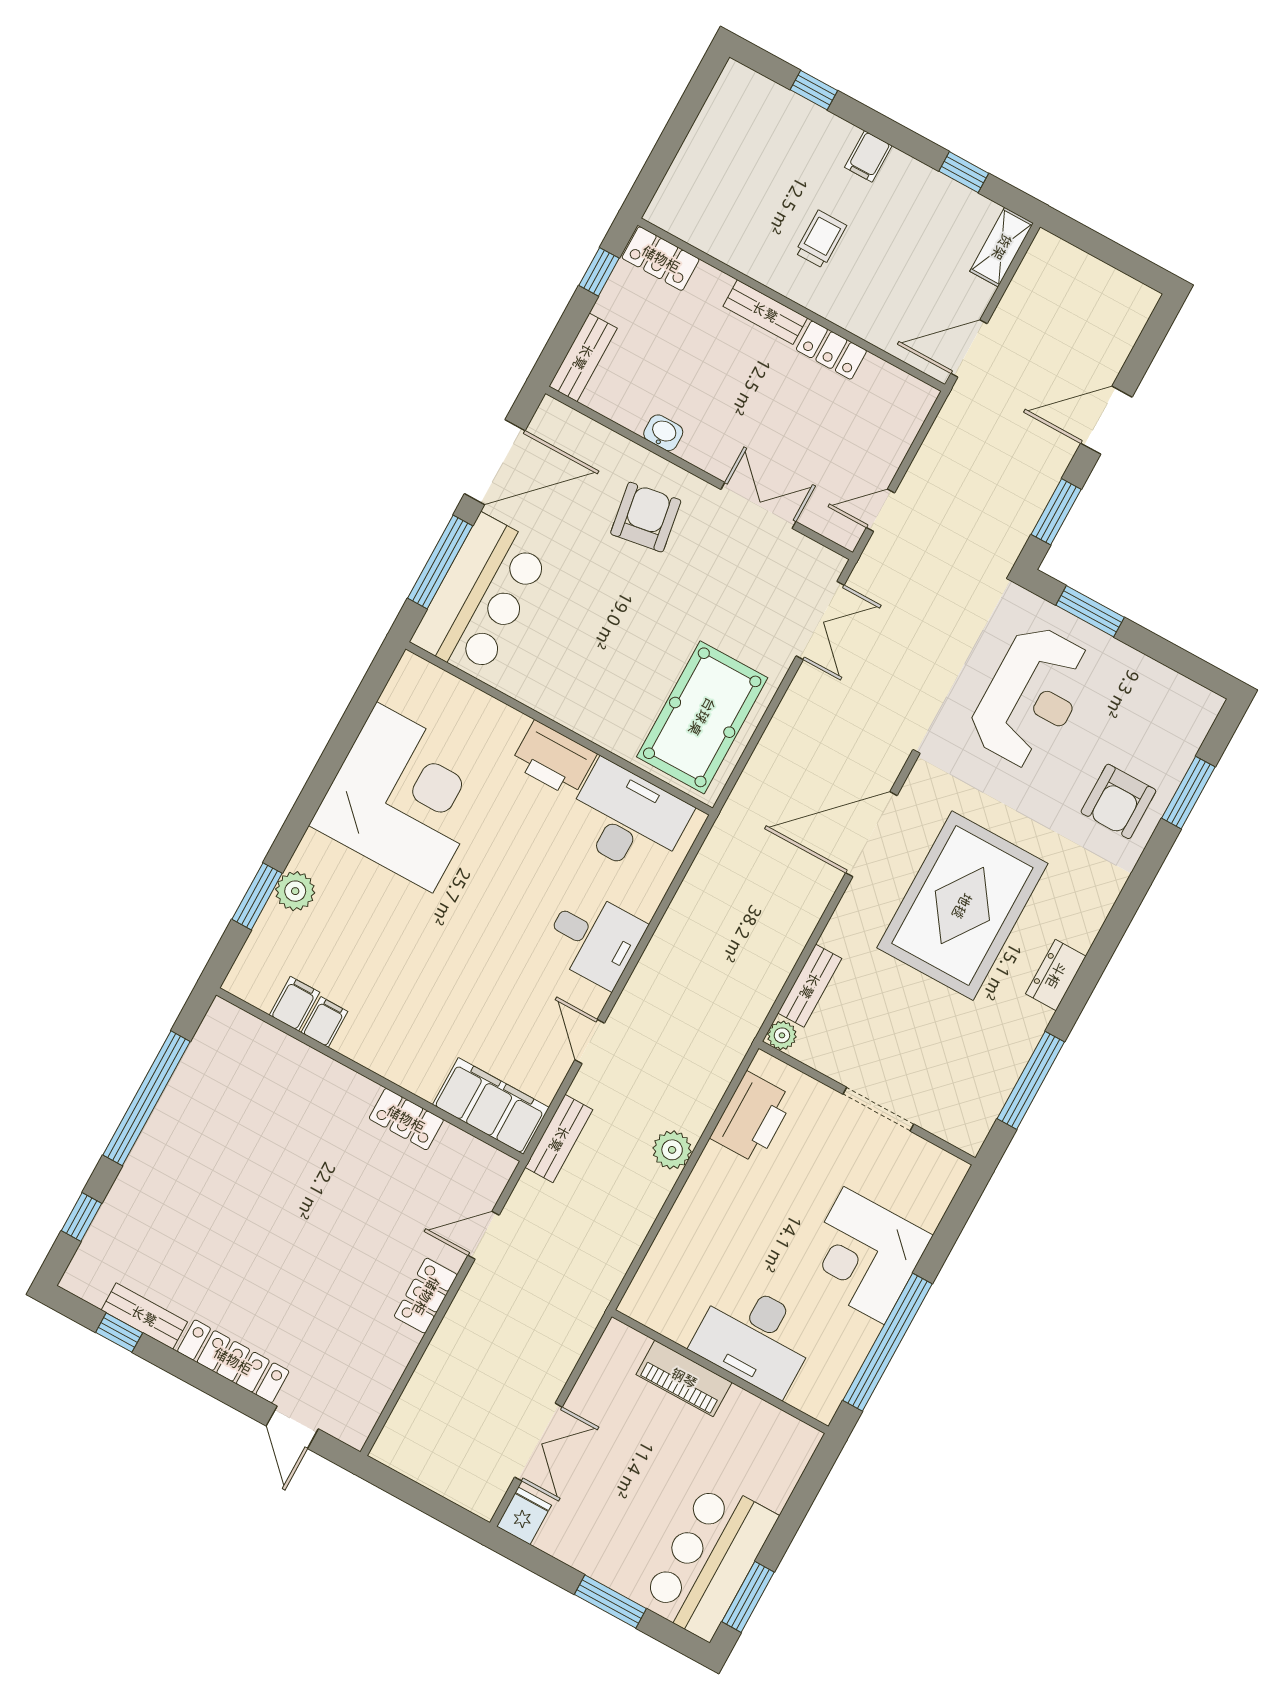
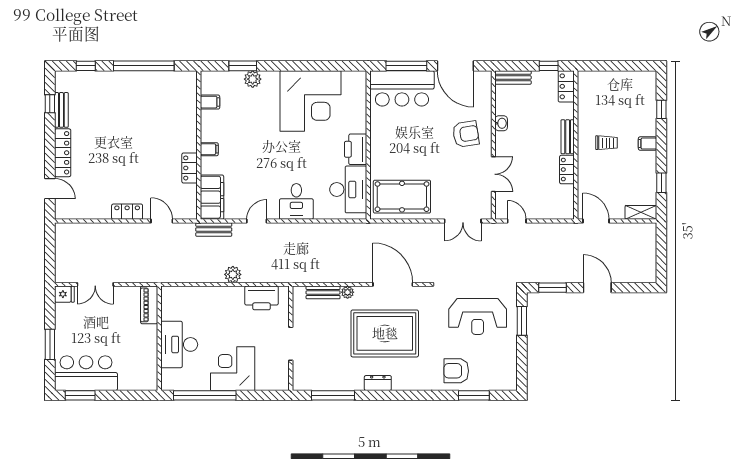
filing cabinet: (324, 1022) -> (209, 149), moved
plant: (782, 1035) -> (348, 292), moved
piano: (684, 1378) -> (149, 305), moved
door: (292, 1427) -> (50, 189), swing flipped

